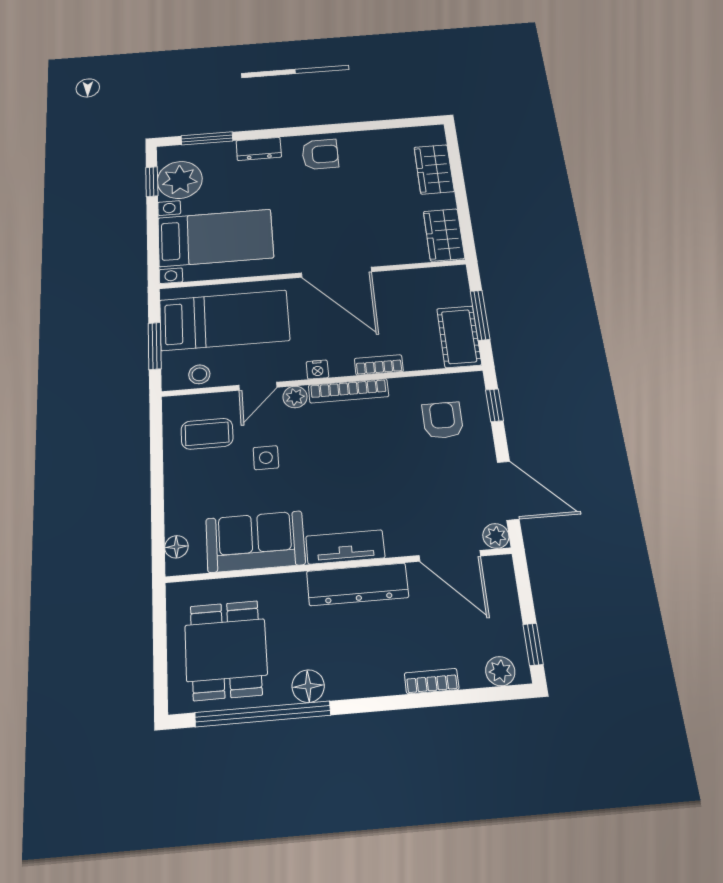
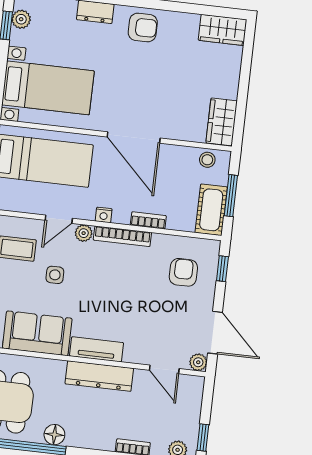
wardrobe: (434, 169) -> (223, 30), moved, turned -90
plant: (180, 180) -> (21, 19), width x0.53, depth x0.53
stool: (199, 374) -> (207, 160), moved
door: (450, 556) -> (164, 369), width x0.73

